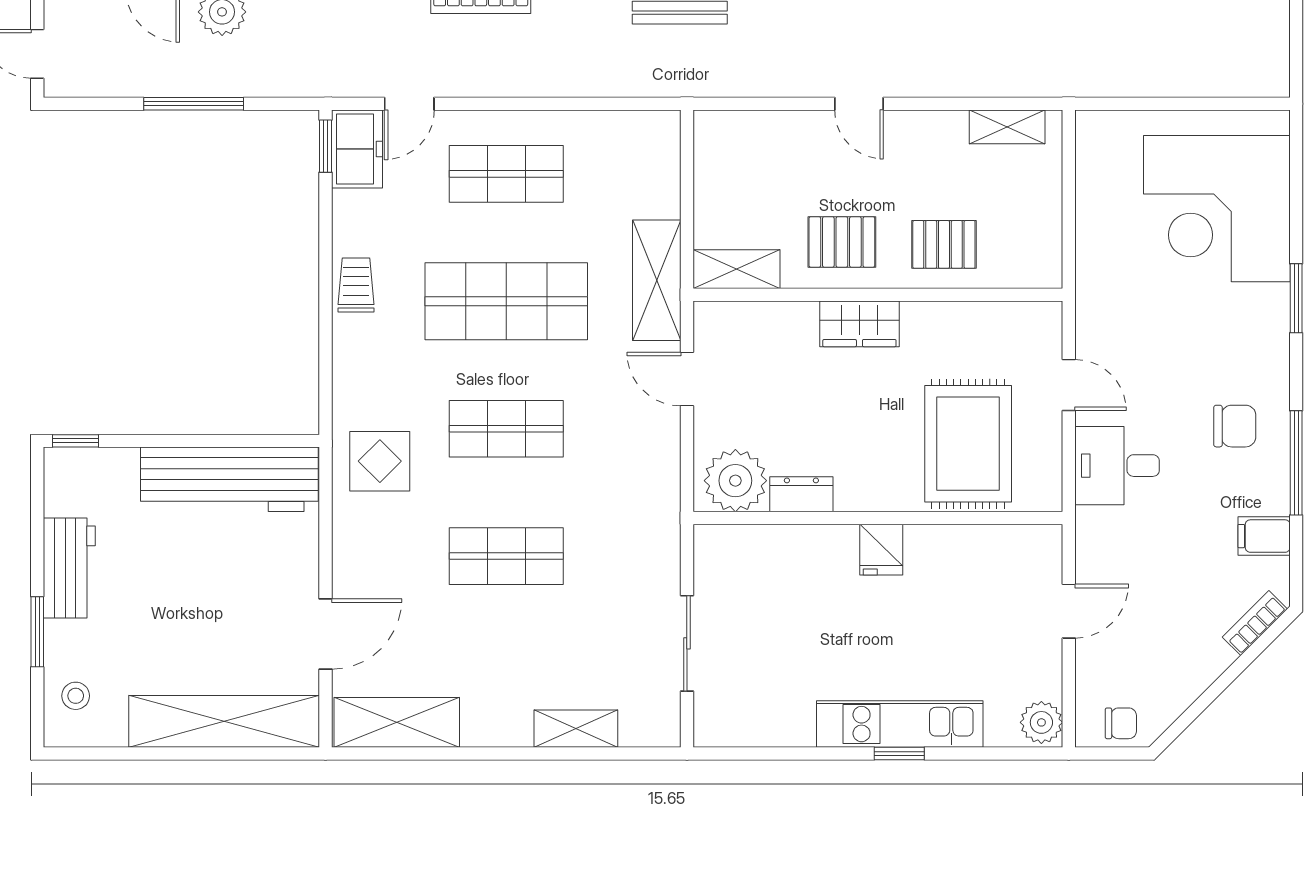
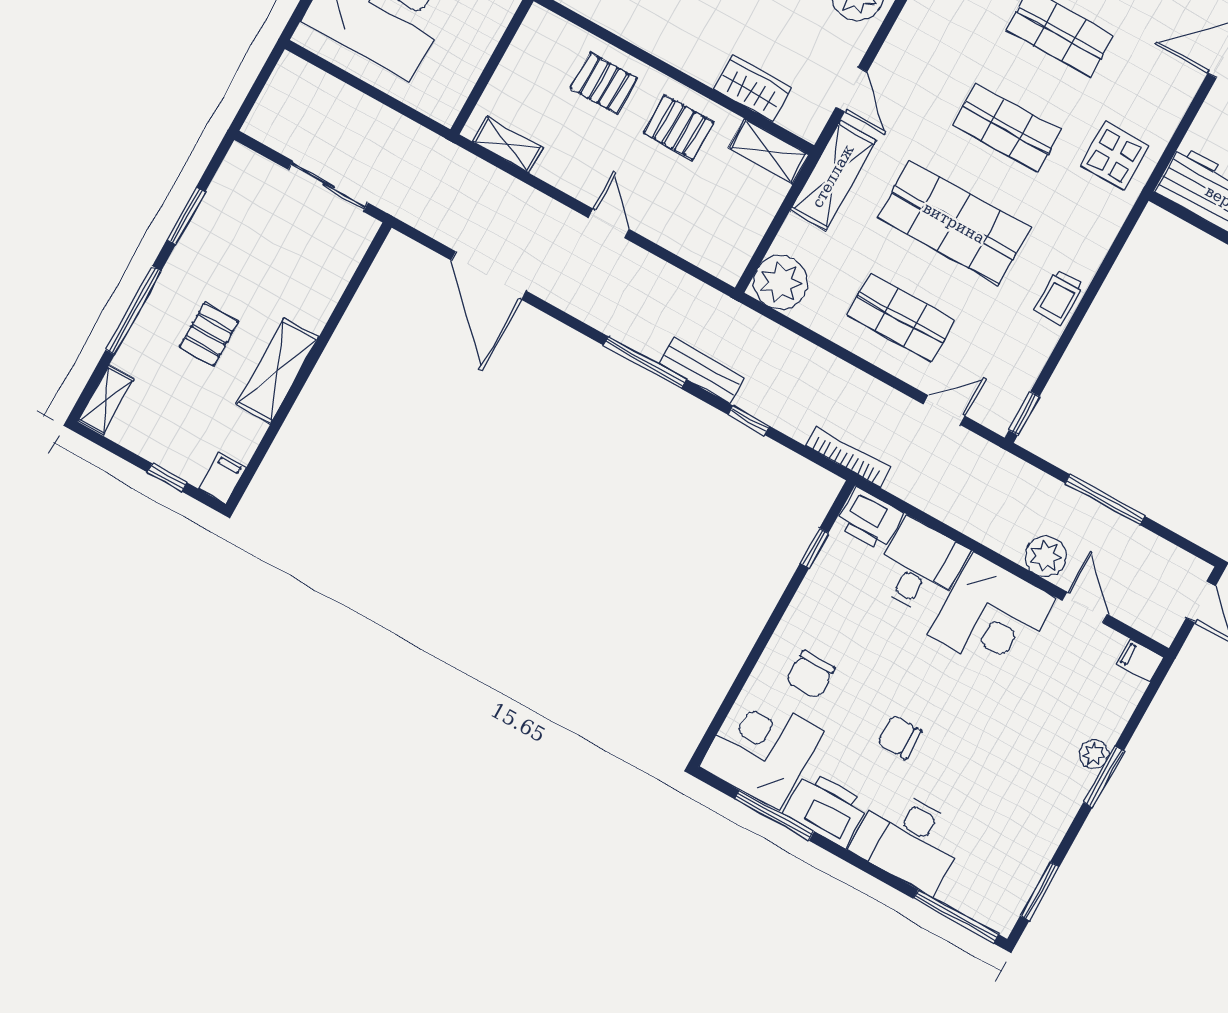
plant: (649, 141) -> (781, 282), added
freezer: (357, 149) -> (1002, 398), removed
wardrobe: (859, 324) -> (752, 88), moved

